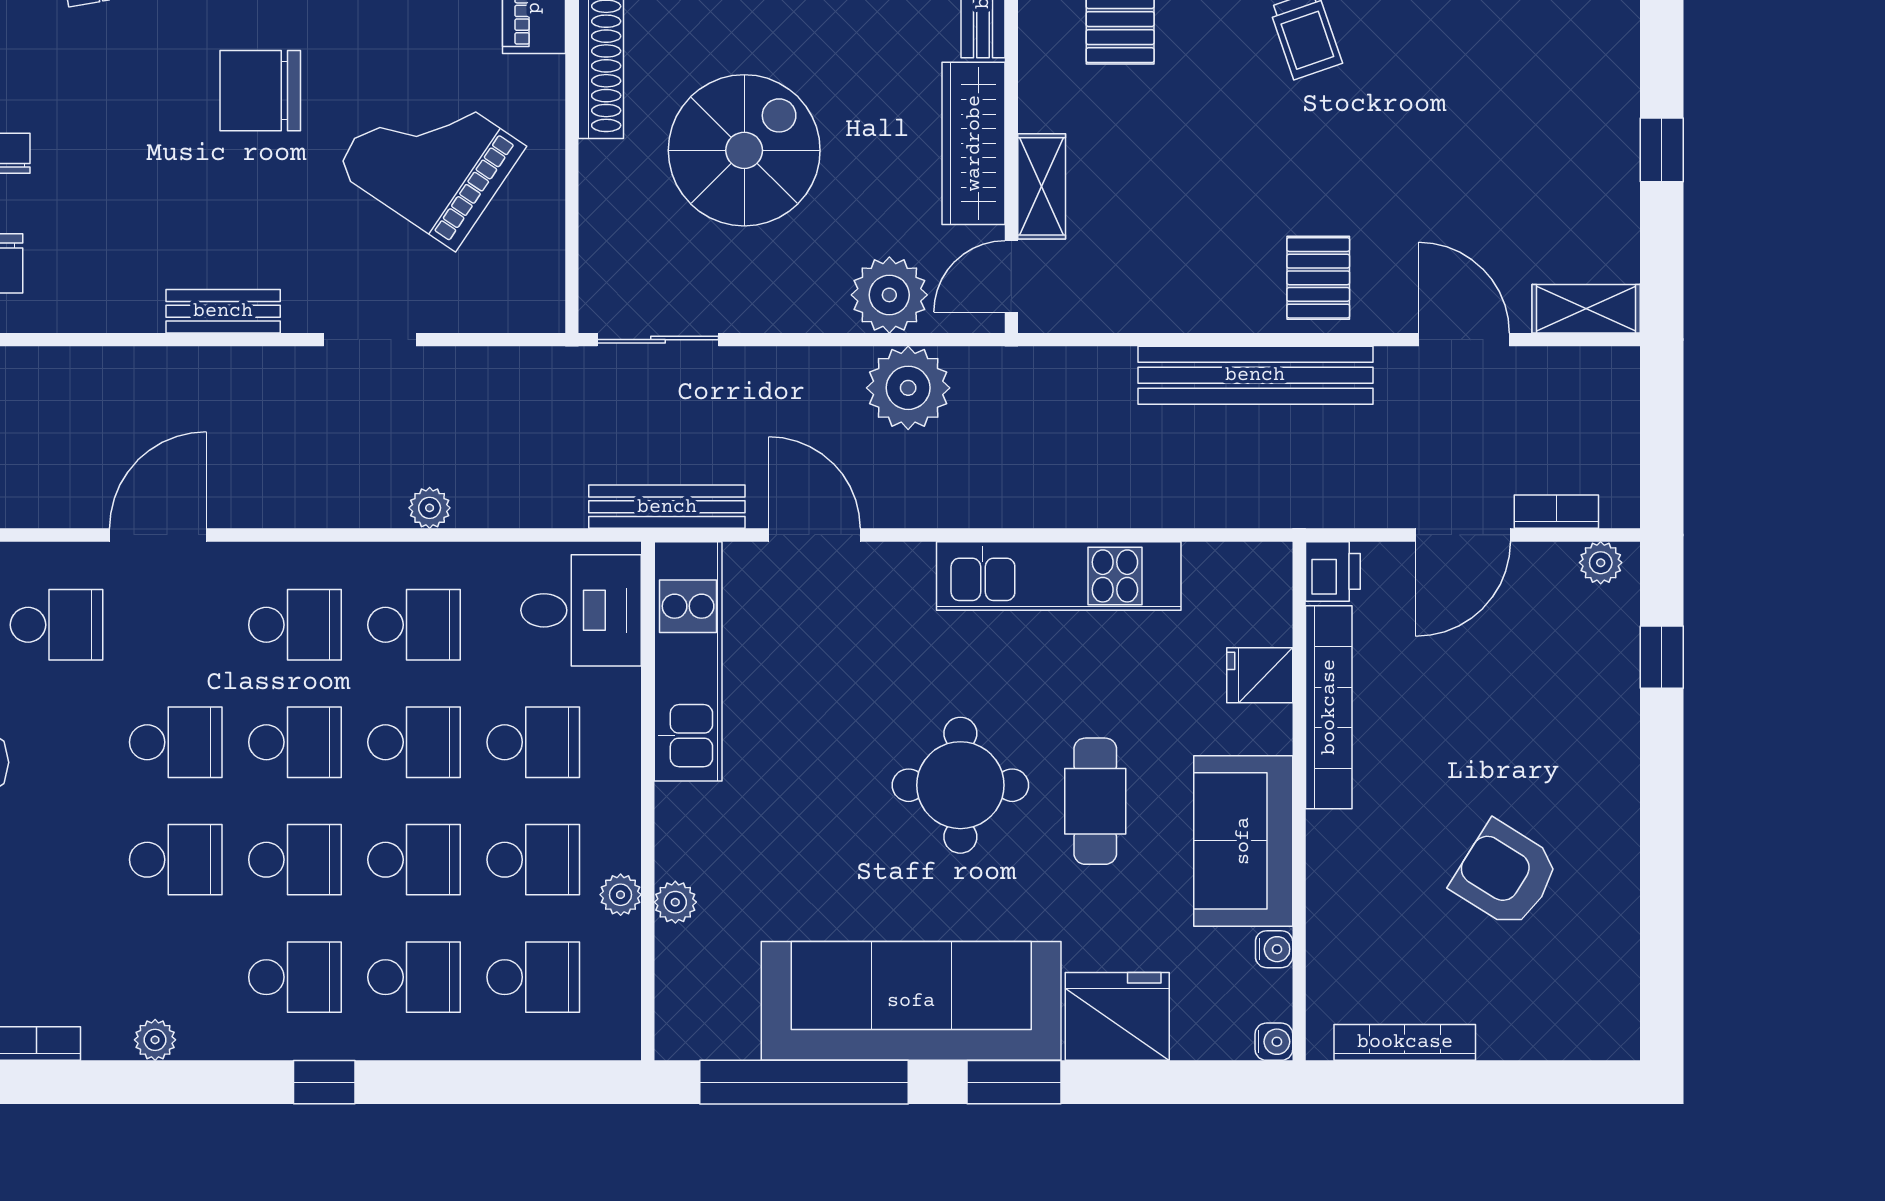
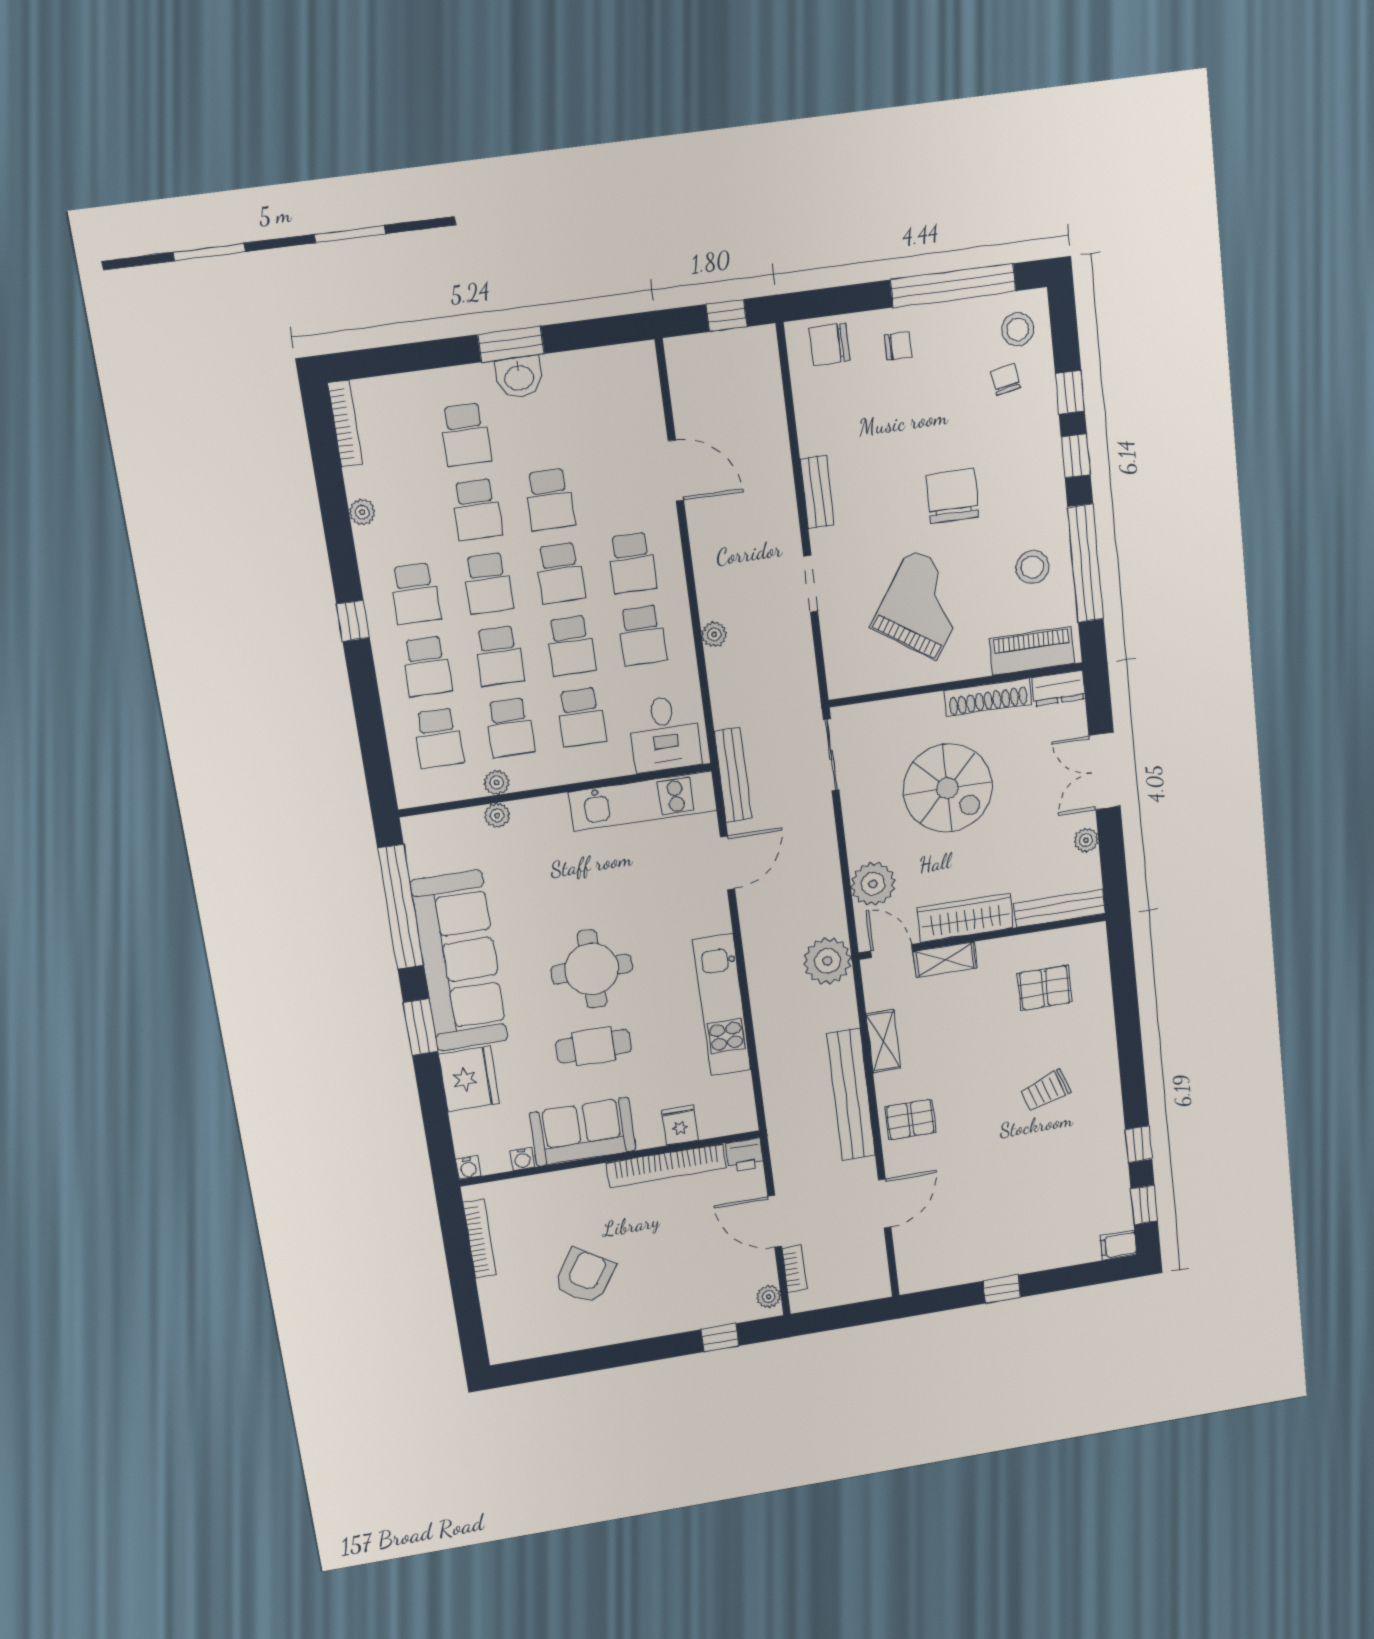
shelving: (1586, 309) -> (883, 1041), moved
plant: (908, 388) -> (827, 961), moved
school desk: (57, 625) -> (465, 435), moved

